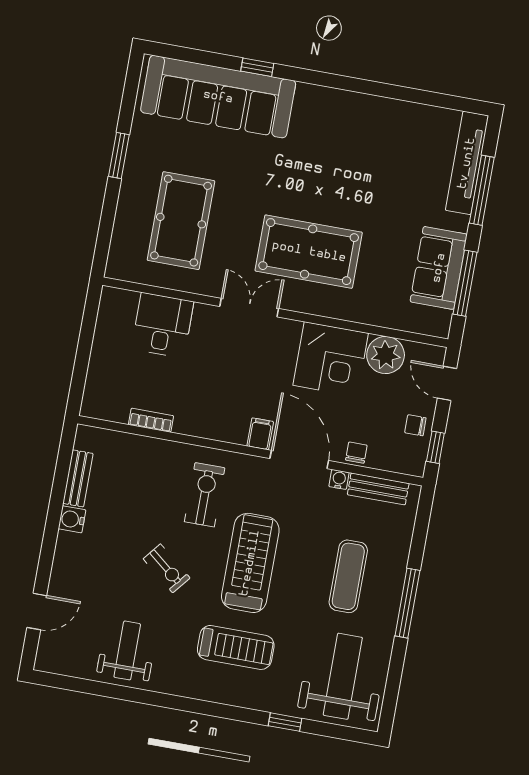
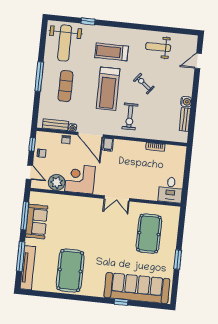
pool table: (309, 252) -> (70, 271), moved, turned 90
desk: (163, 325) -> (171, 190), moved
weight bench: (127, 650) -> (158, 47), turned 90

